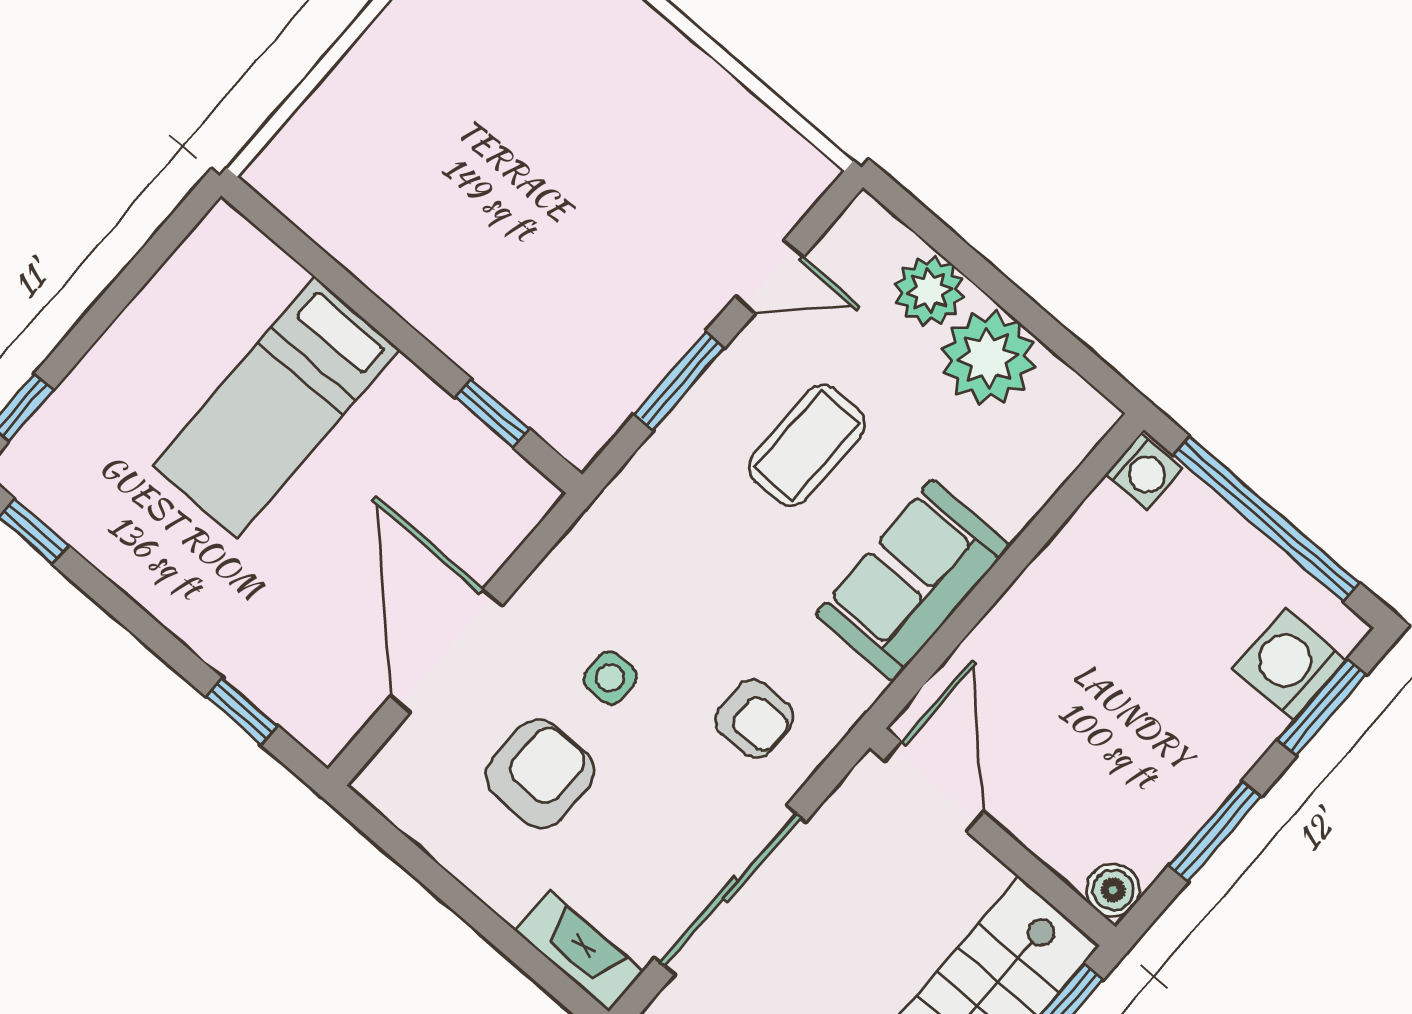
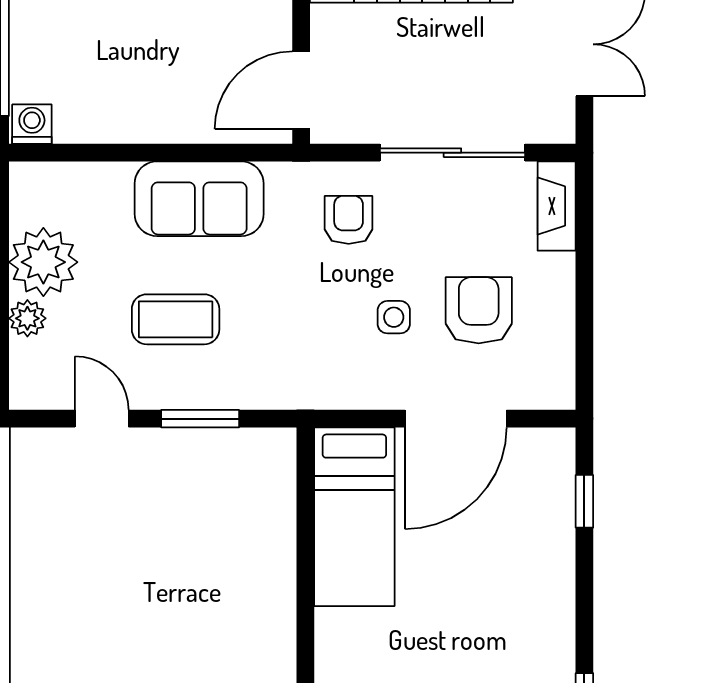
plant: (929, 291) -> (27, 318), width x0.73, depth x0.73
bed: (276, 407) -> (354, 517), moved, turned 90
window: (492, 413) -> (305, 505), removed
armchair: (540, 774) -> (479, 310), turned 90

